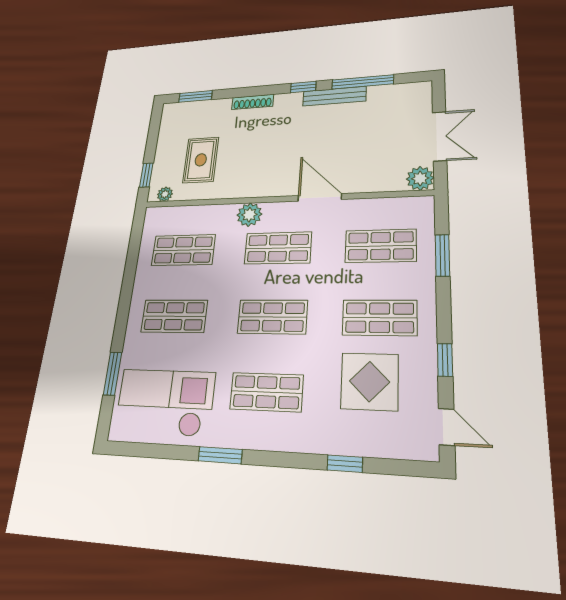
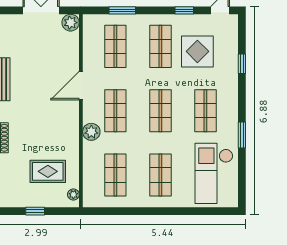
window: (146, 175) -> (35, 211), moved
window: (113, 374) -> (198, 211), removed

